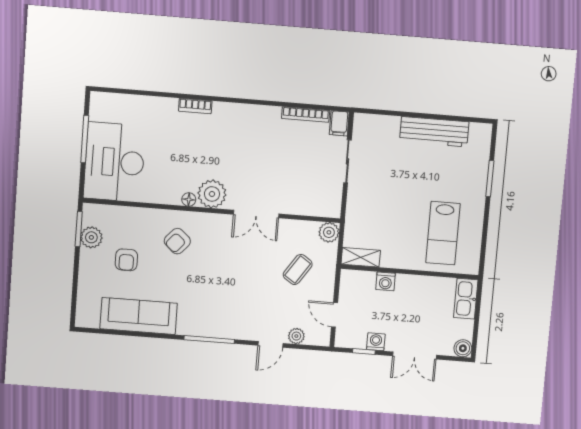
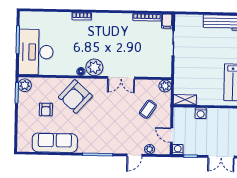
plant: (91, 237) -> (25, 85), moved
armchair: (177, 241) -> (75, 97), width x1.88, depth x1.88
washing machine: (376, 342) -> (178, 149), moved

